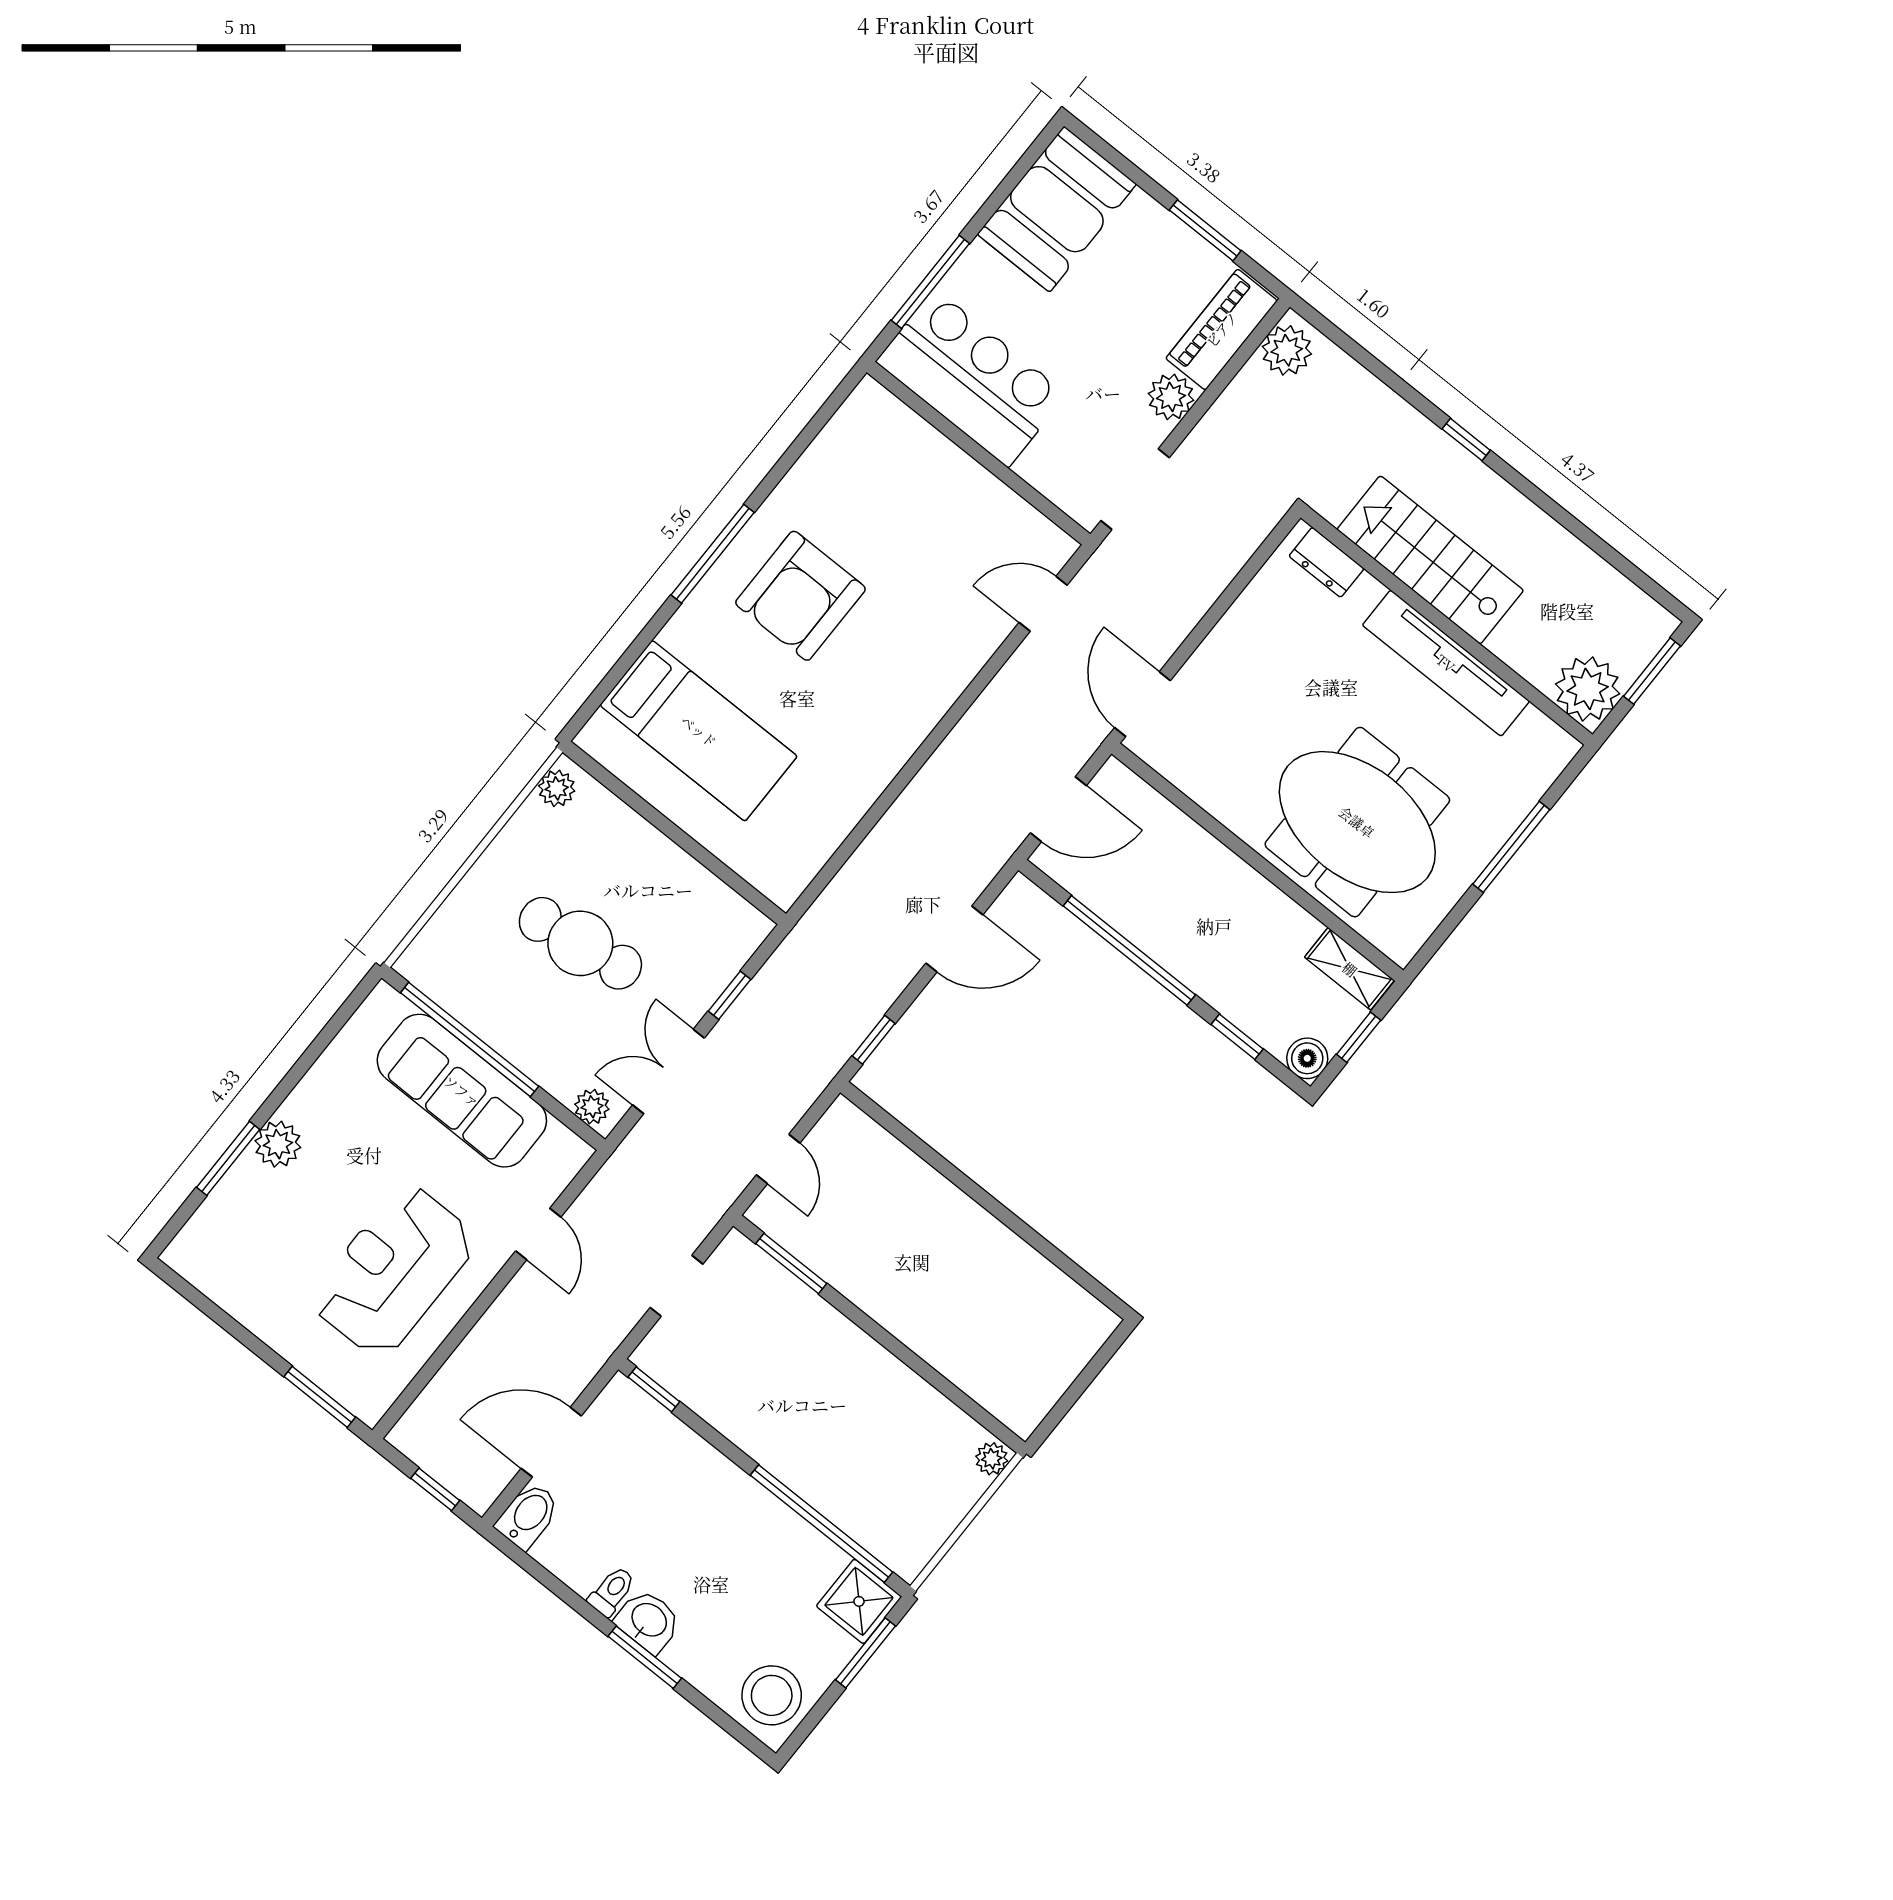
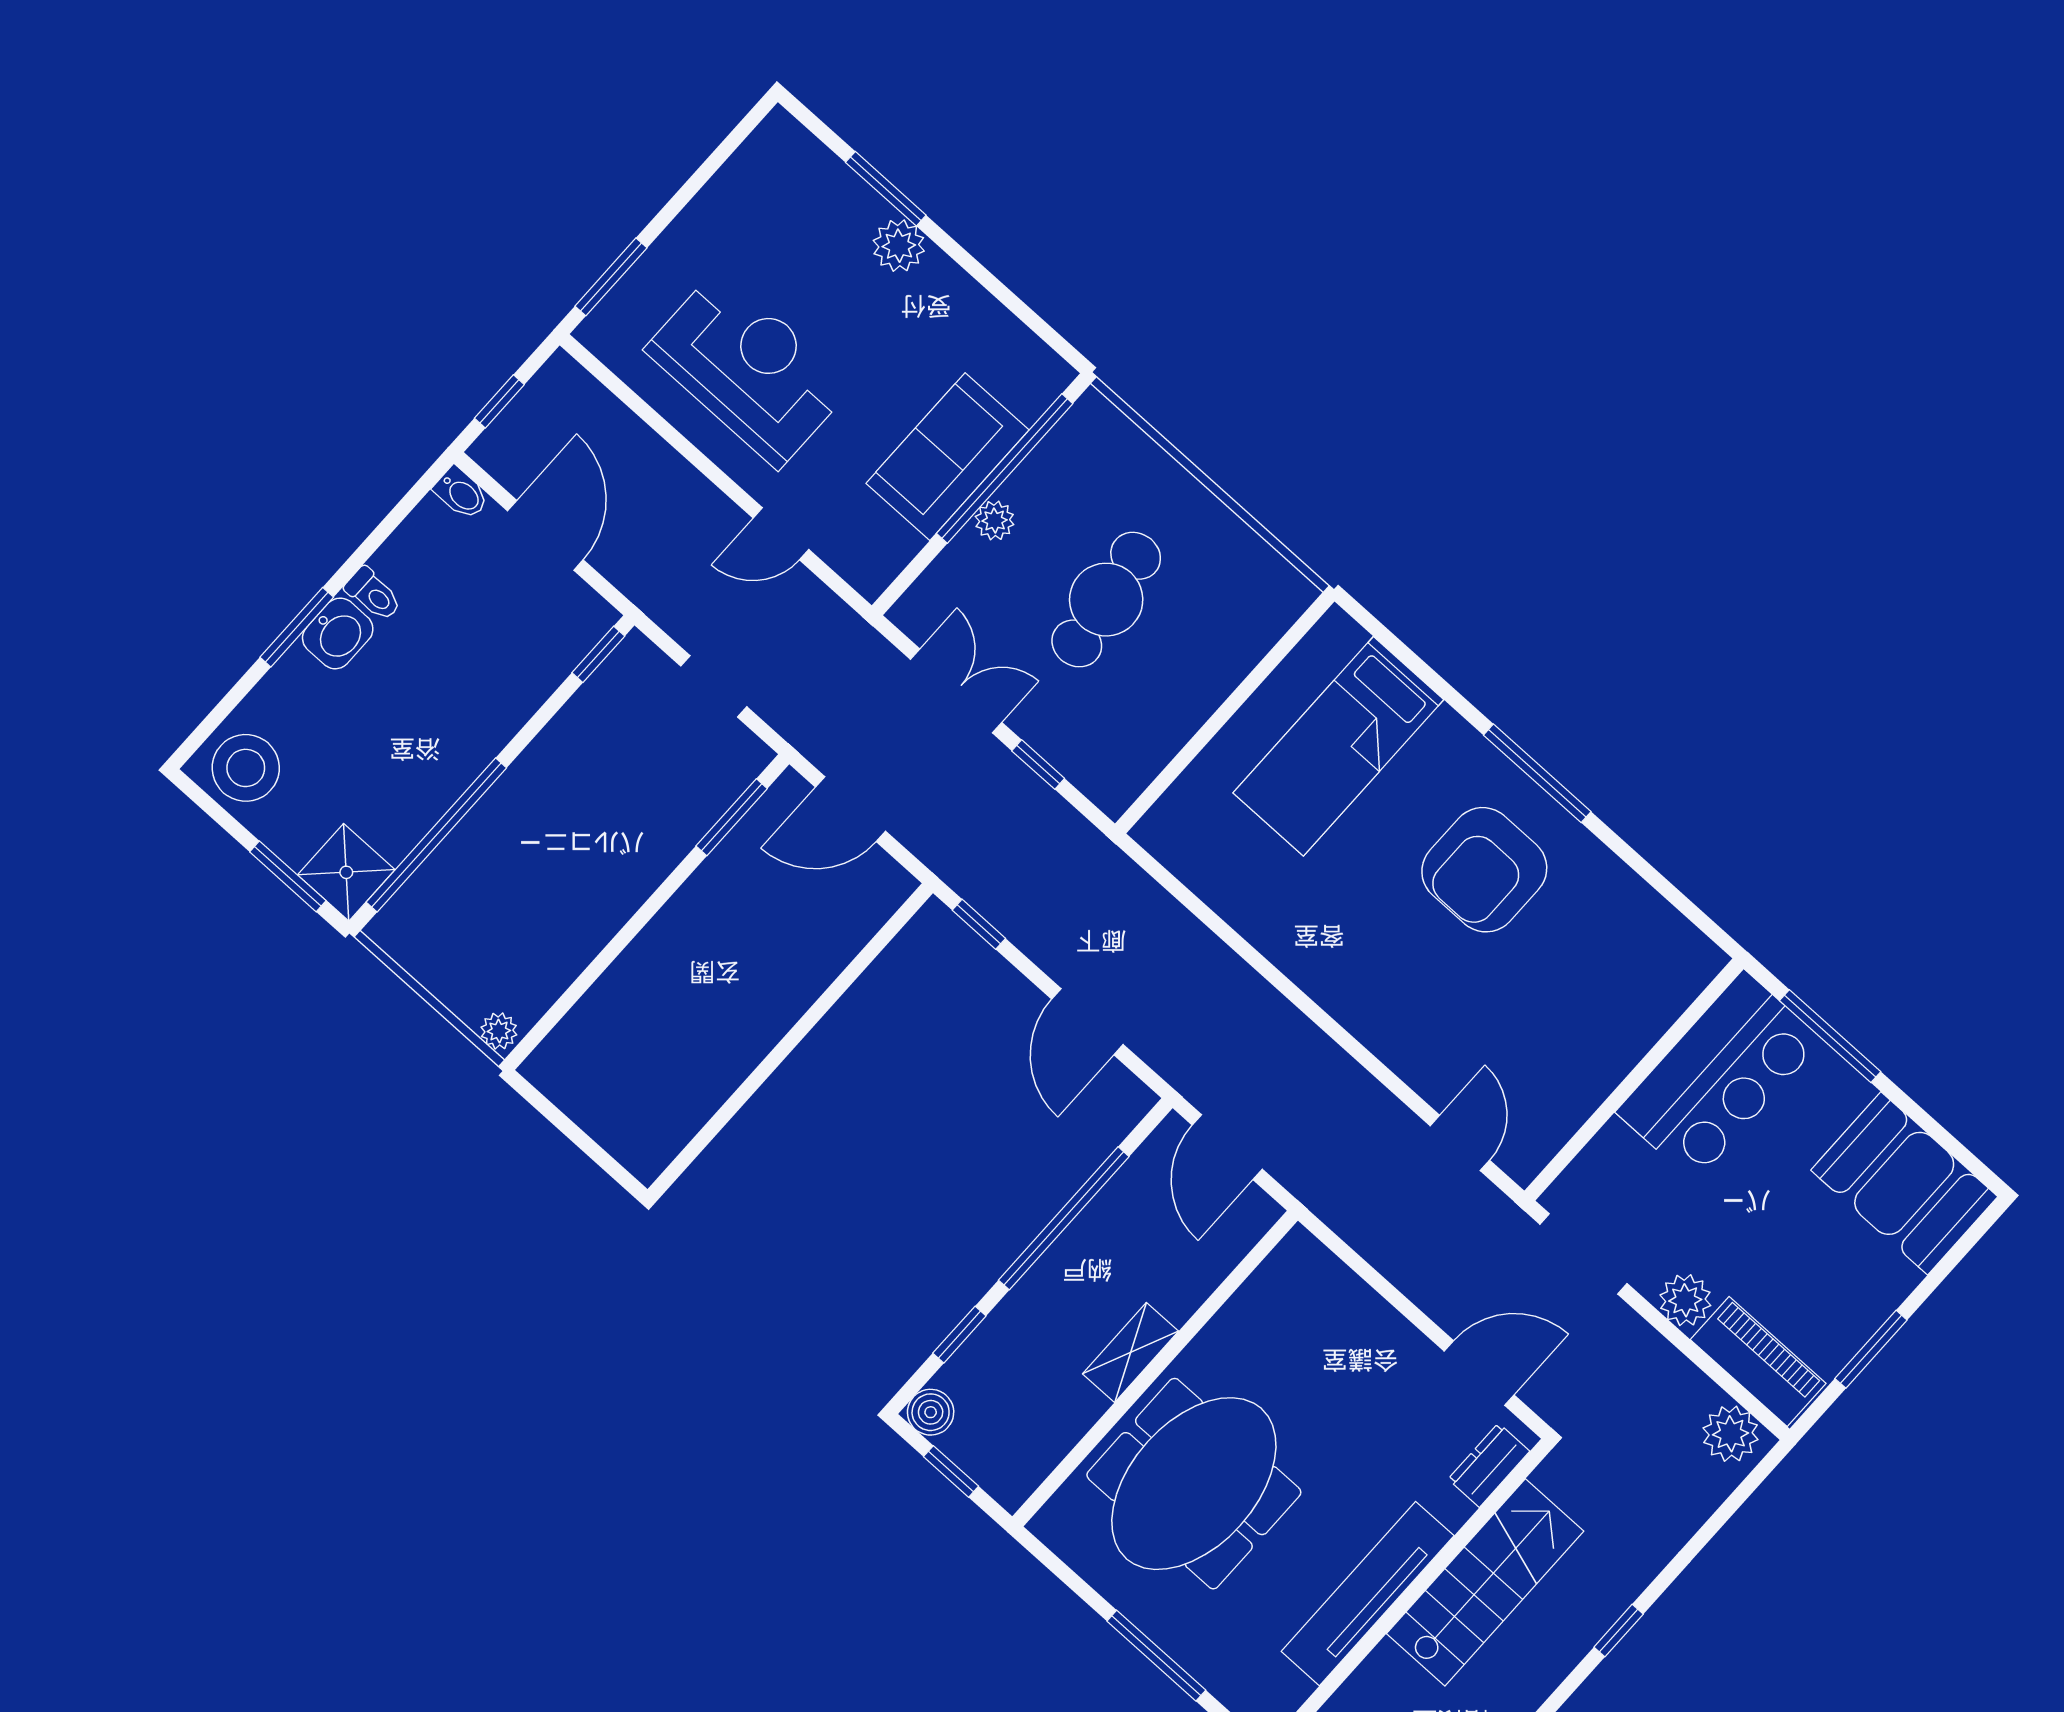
armchair: (800, 596) -> (1484, 870), turned -90
door: (1143, 704) -> (1479, 1373), moved
plant: (557, 788) -> (1282, 583), removed
shelving: (1350, 969) -> (1131, 1352), moved
sofa: (462, 1091) -> (947, 457), width x0.73
plant: (592, 1107) -> (995, 520), moved
door: (778, 1159) -> (850, 809), width x1.38
bidet: (528, 1516) -> (461, 493), width x0.72, depth x0.74

